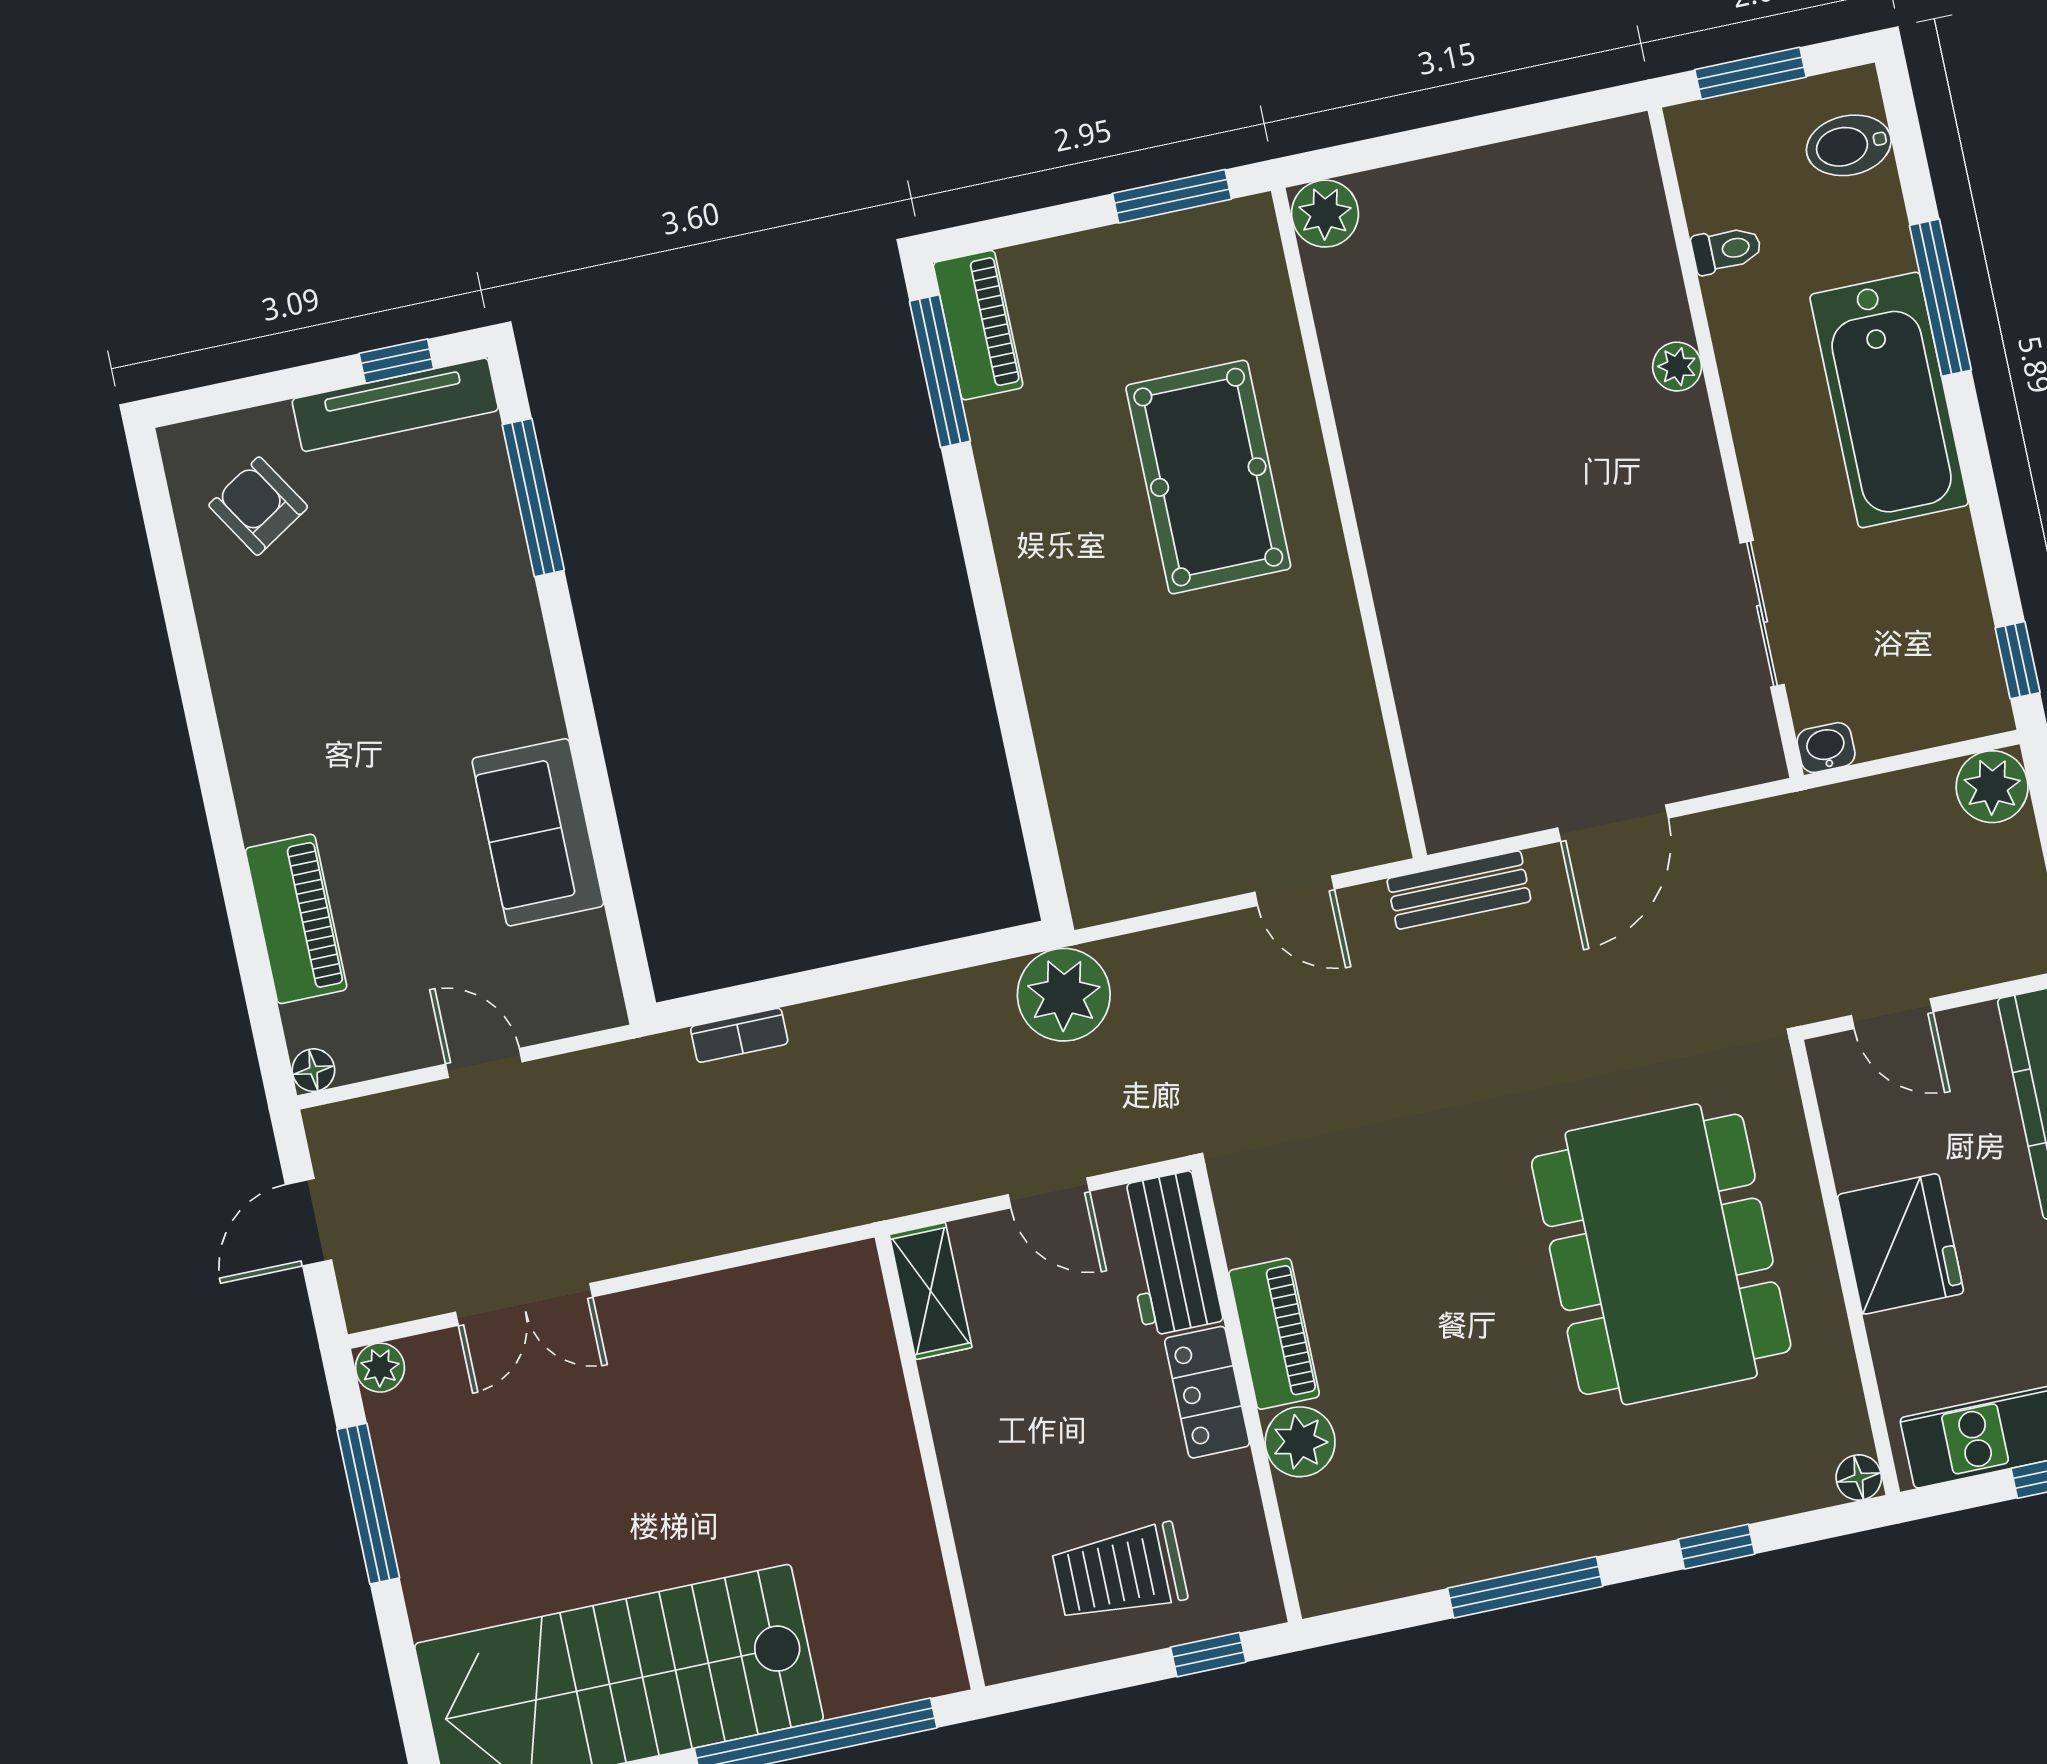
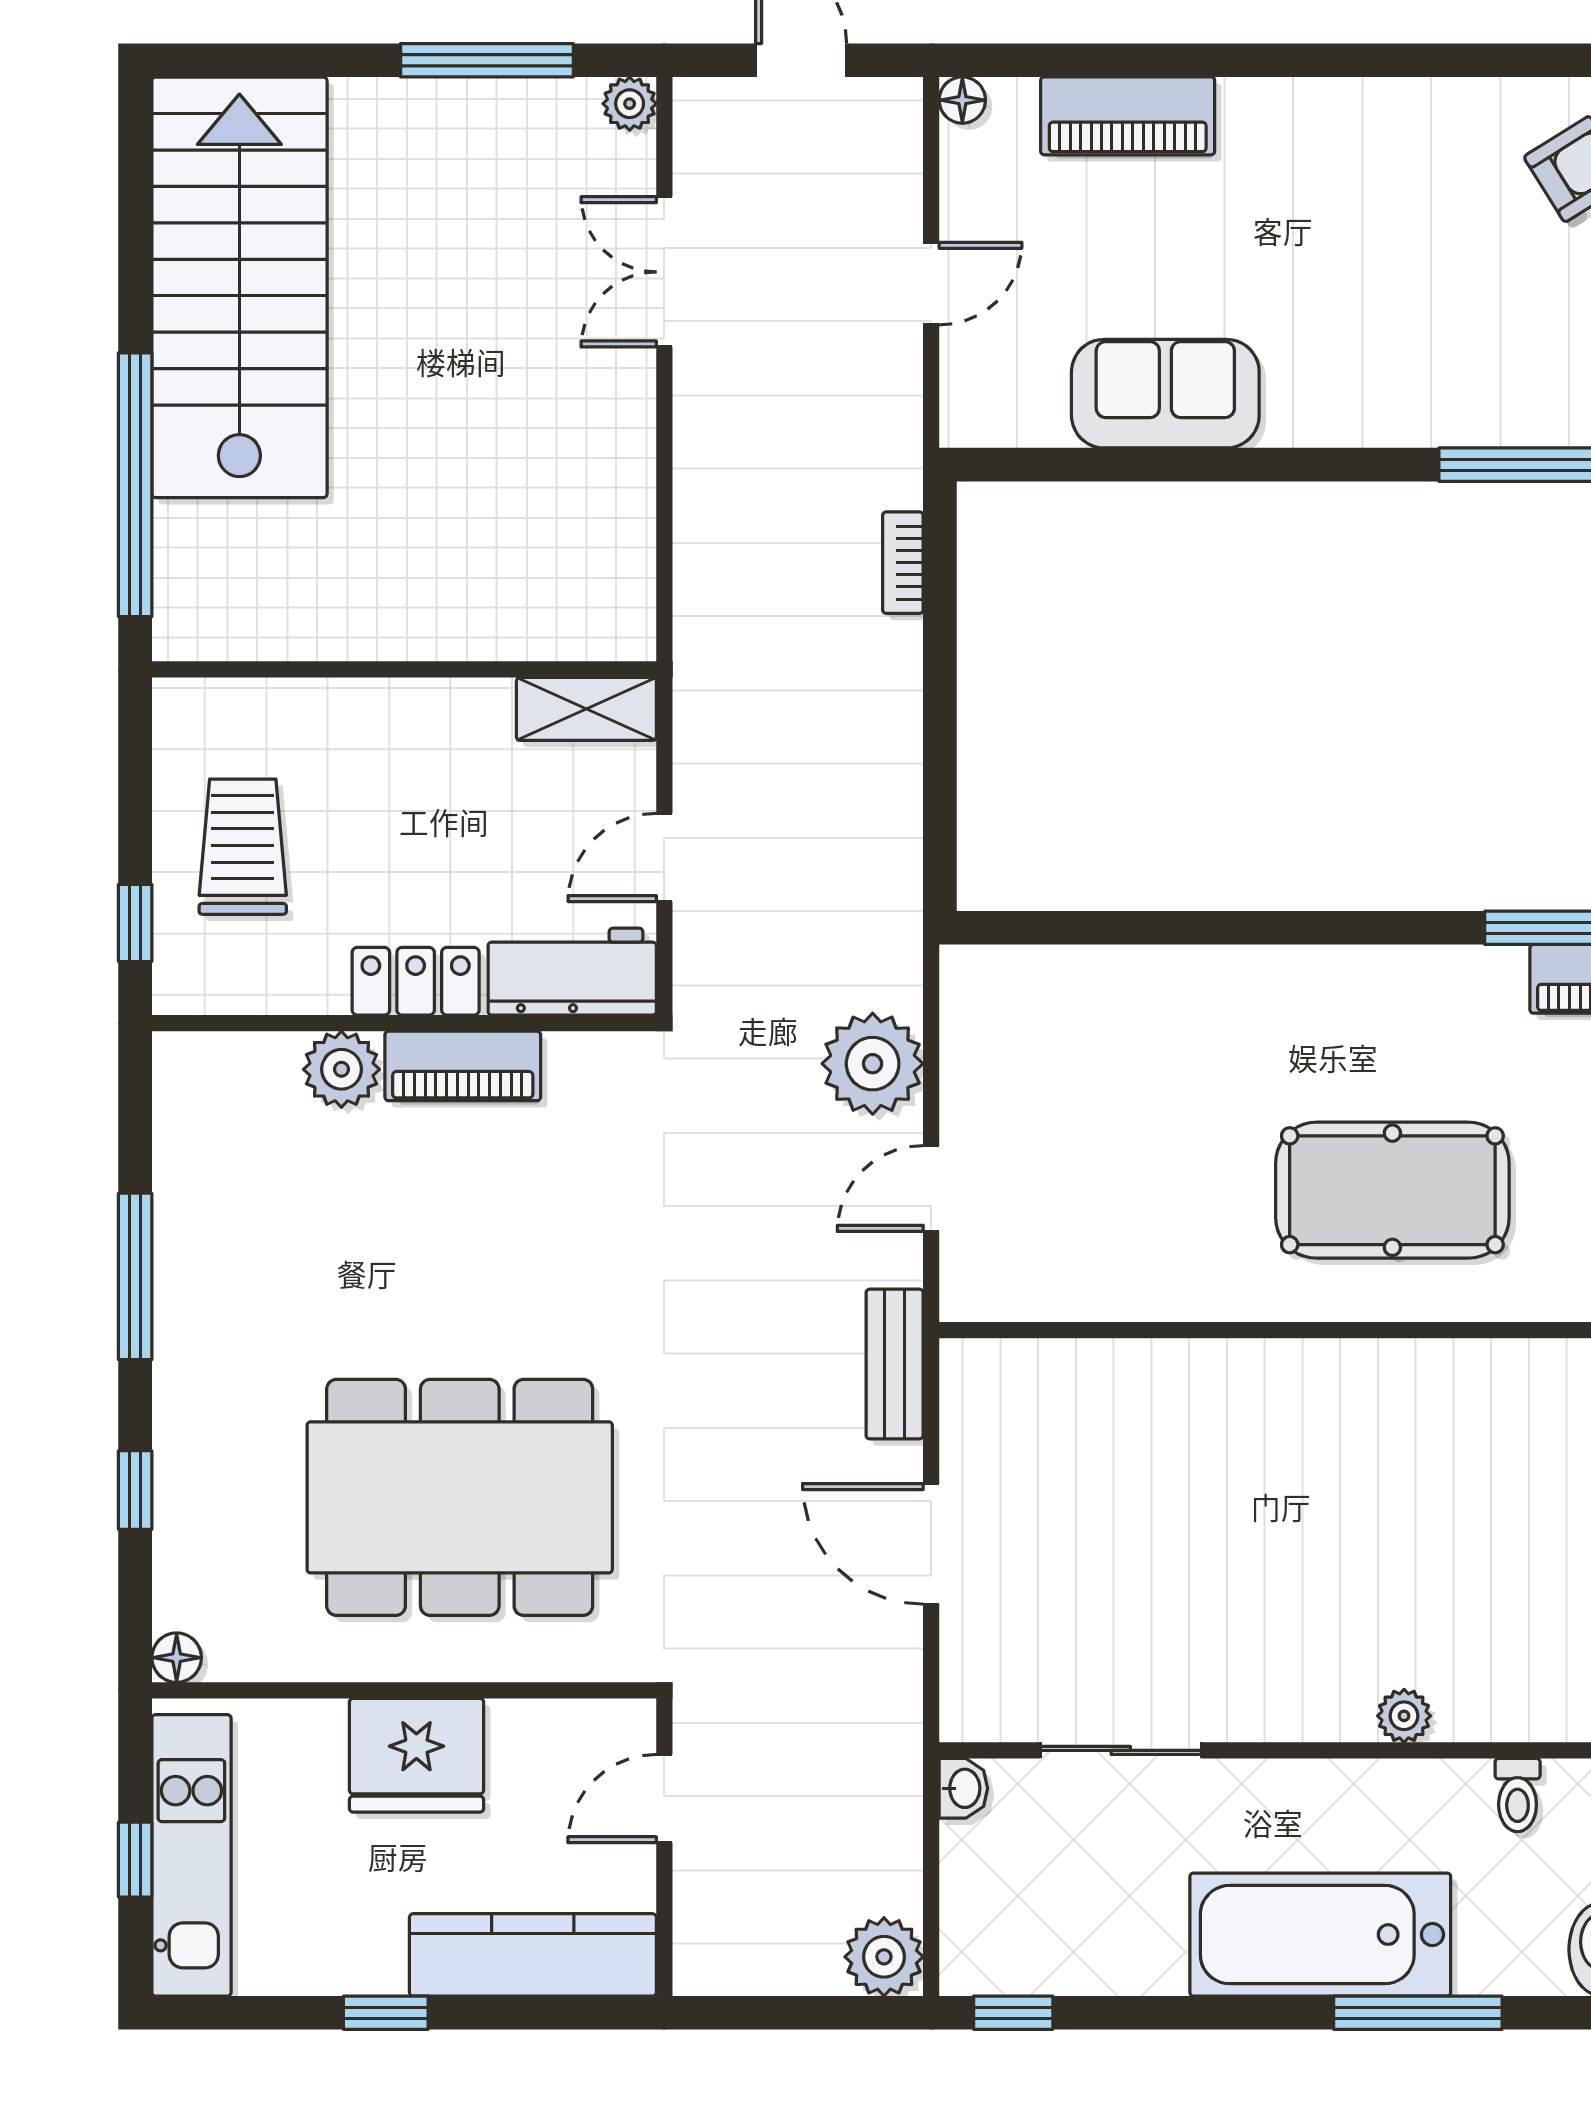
plant: (1064, 995) -> (873, 1064), moved

